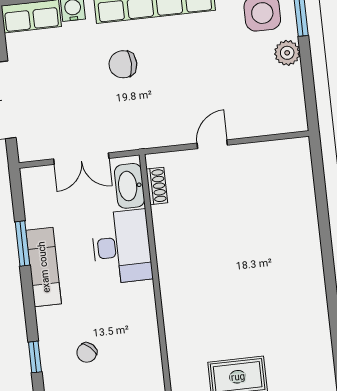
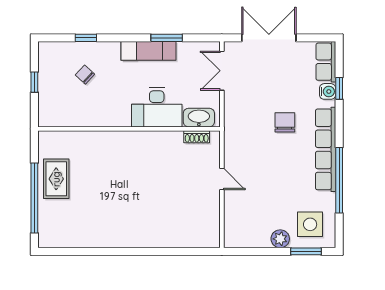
double door: (81, 159) -> (222, 71), moved

